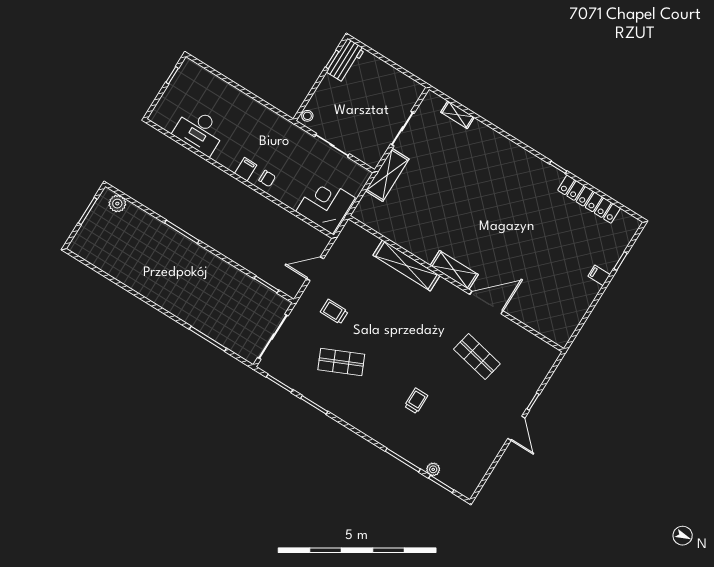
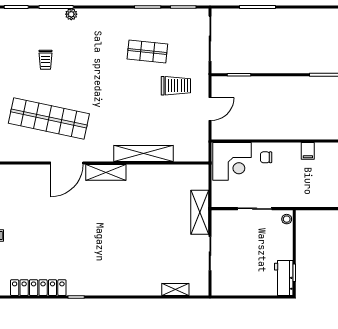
chair: (267, 179) -> (266, 157), moved
trolley: (334, 312) -> (176, 86), width x1.36, depth x1.39
shop shelf: (477, 357) -> (49, 118), width x2.00, depth x1.36
shop shelf: (341, 362) -> (147, 52), turned 30
trolley: (416, 401) -> (46, 60), moved
plant: (433, 469) -> (71, 14), moved

